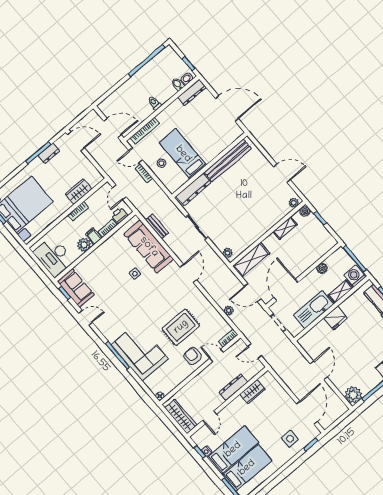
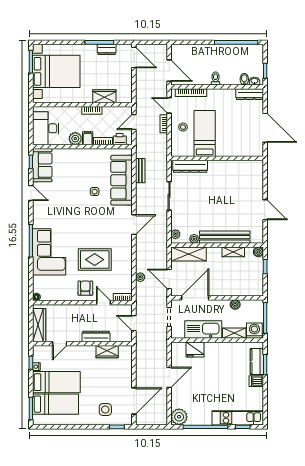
bench: (228, 160) -> (225, 237), moved
plant: (294, 203) -> (194, 239), moved
fridge: (335, 318) -> (195, 349), moved

